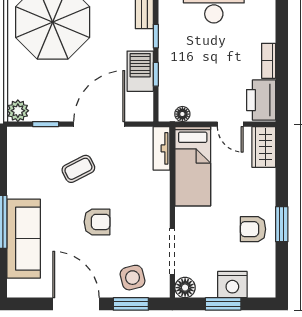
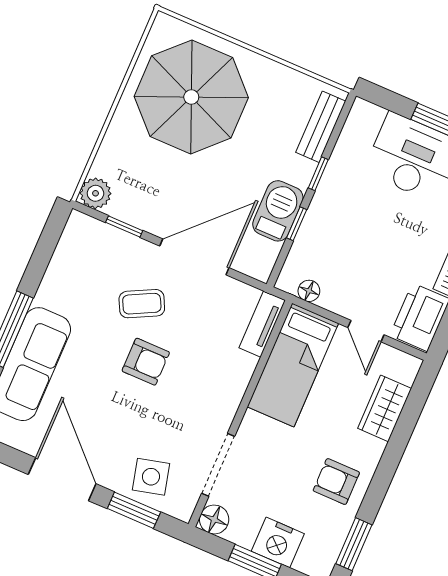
wardrobe: (264, 147) -> (385, 408), moved
armchair: (97, 222) -> (146, 362), moved
window: (282, 224) -> (354, 544), moved

